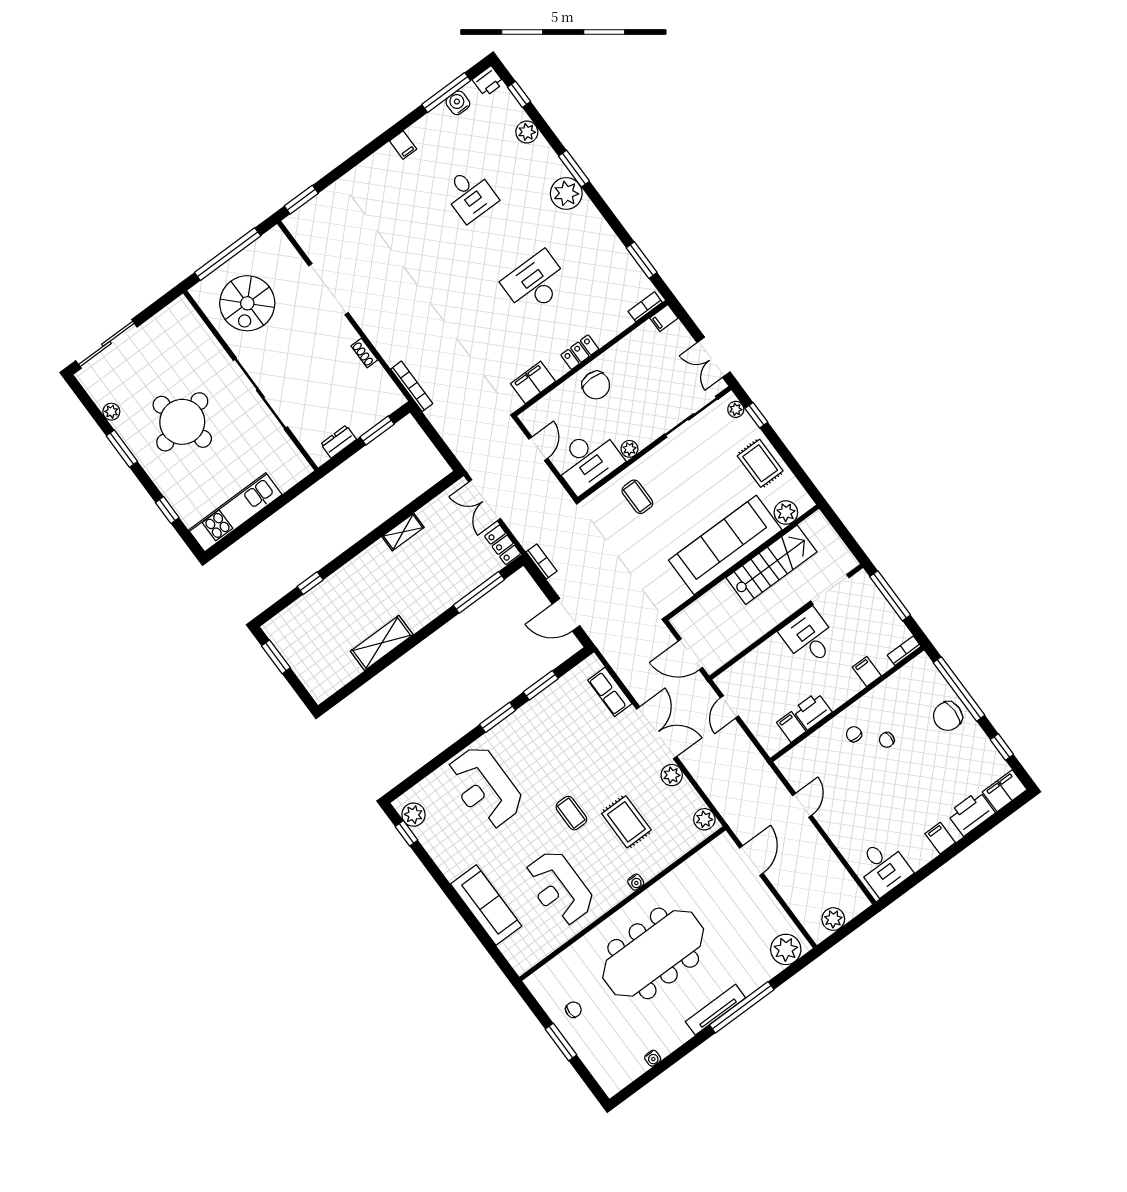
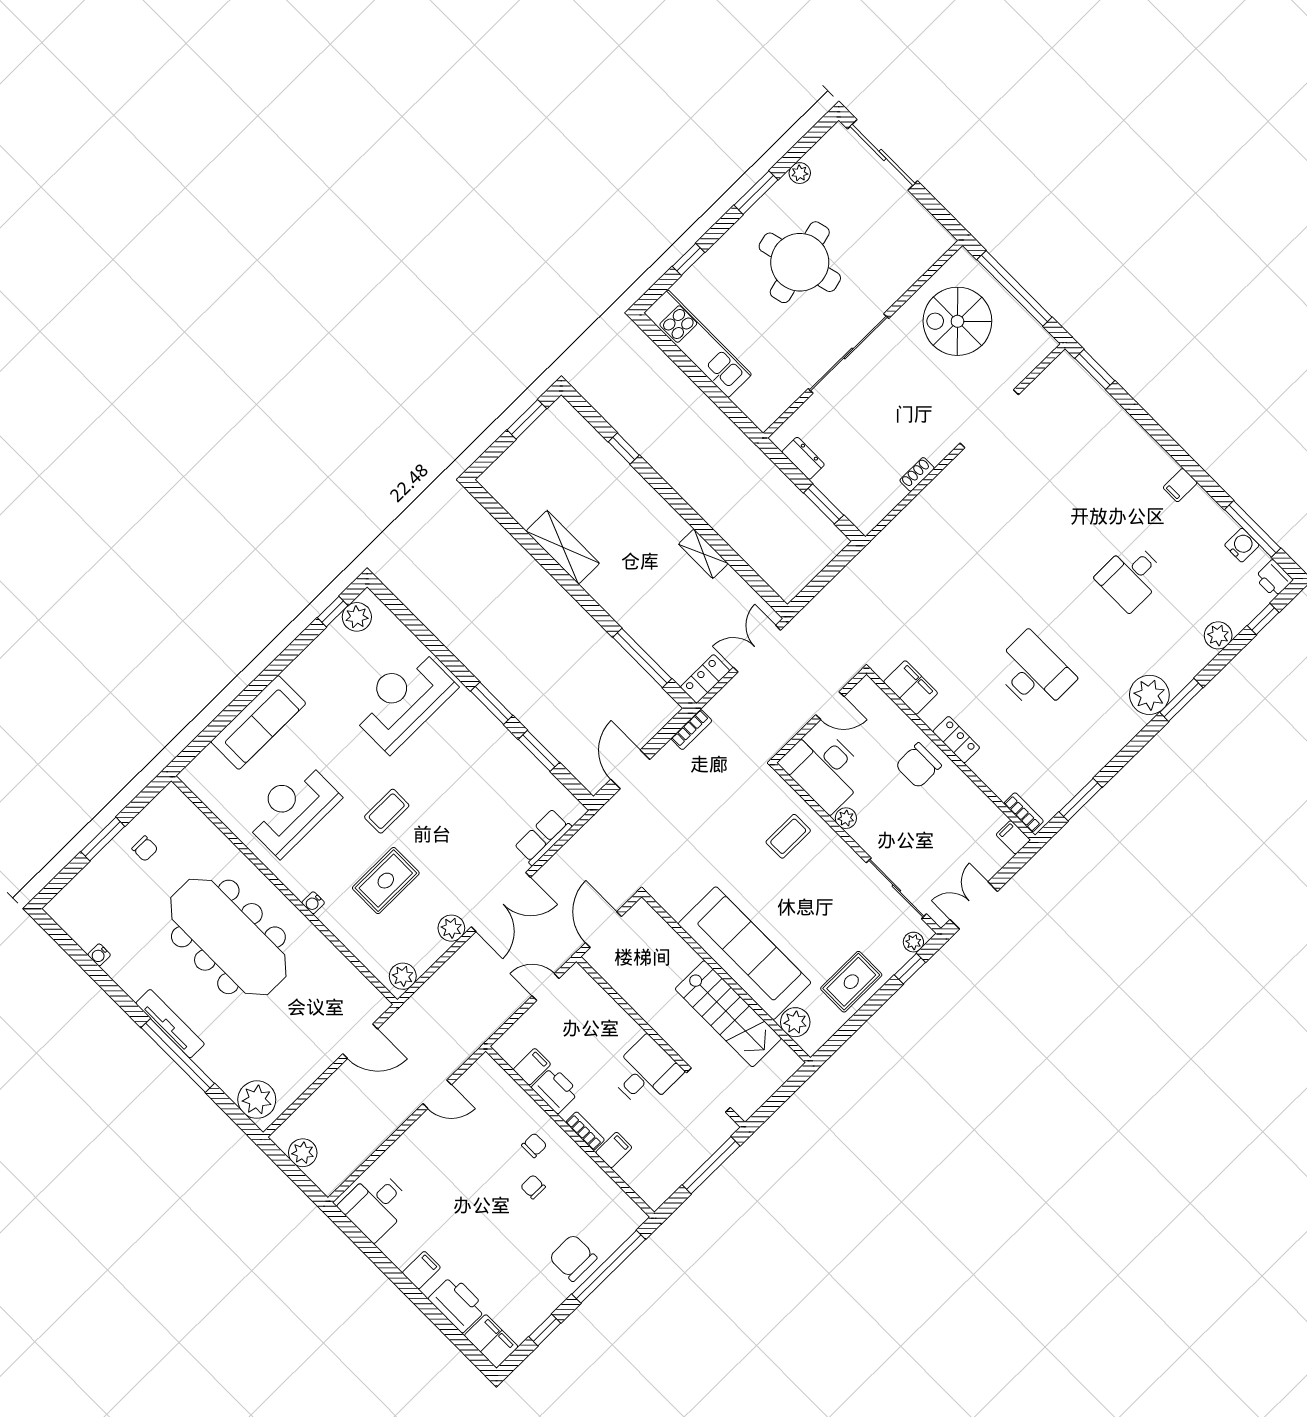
bookcase: (412, 386) -> (884, 539), removed
bookcase: (904, 651) -> (585, 1131), moved

